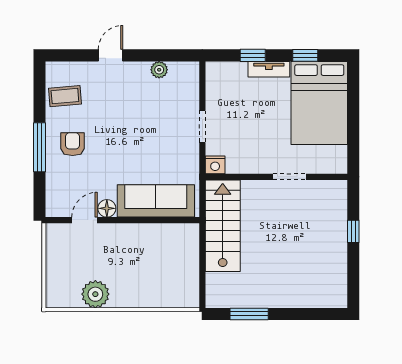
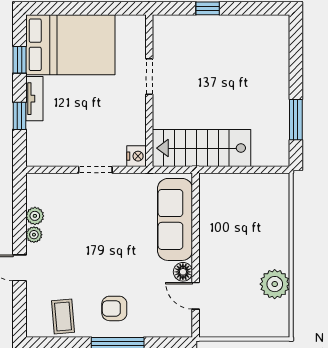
plant: (142, 69) -> (34, 235), added

